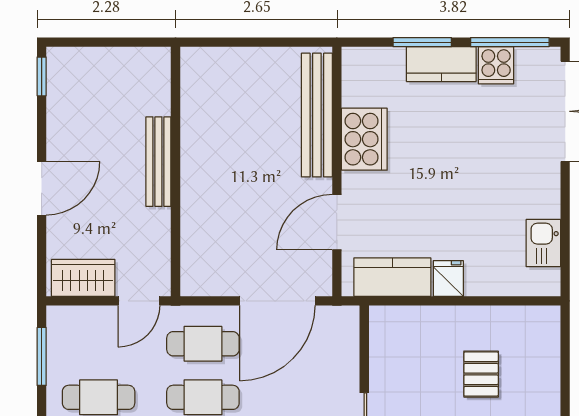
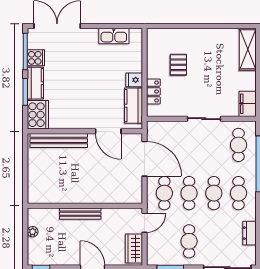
plant: (119, 58) -> (33, 232), added
cooker: (364, 139) -> (38, 115), moved, turned 90
kitchen sink: (543, 243) -> (114, 36), width x1.38
door: (139, 301) -> (145, 223), hinge flipped
locker: (423, 320) -> (153, 91), added
pallet: (481, 374) -> (178, 65), turned 90

